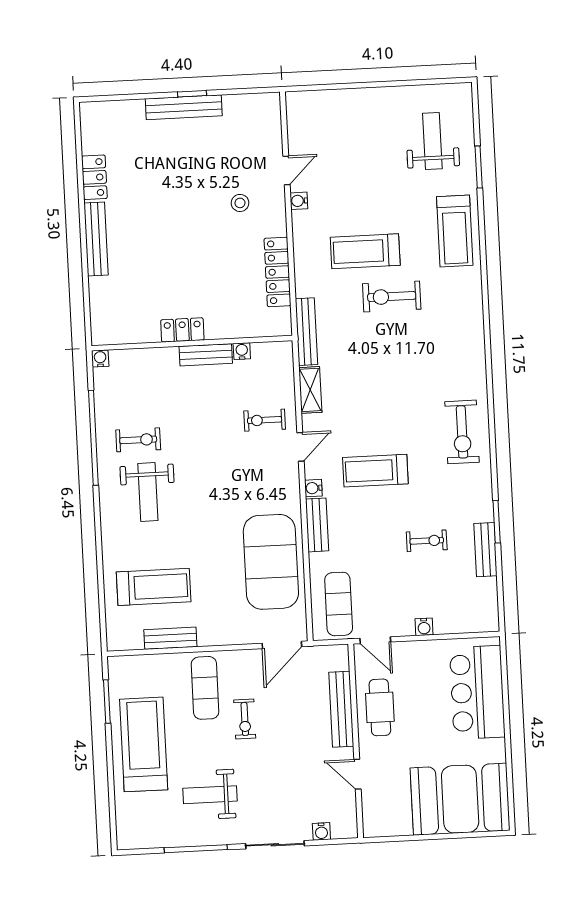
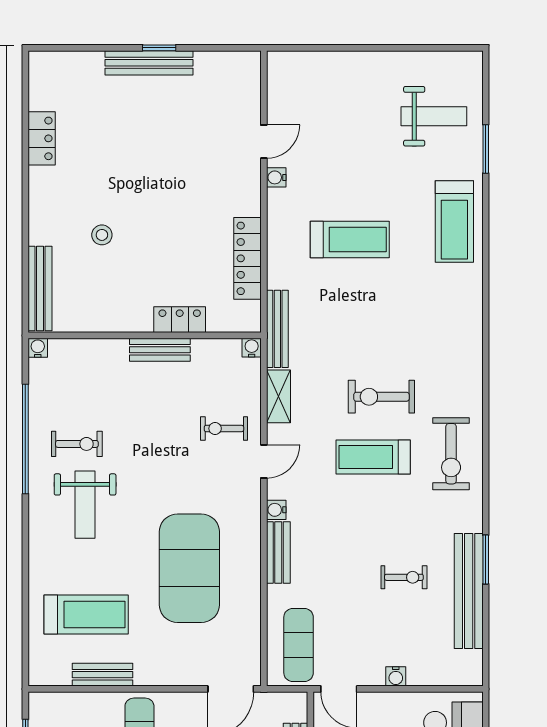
weight bench: (432, 141) -> (434, 116), turned 90
stool: (240, 203) -> (102, 235), moved
bench: (96, 239) -> (40, 288), moved
treadmill: (365, 251) -> (350, 240), turned 180
exercise bike: (392, 296) -> (381, 397), moved
locker: (182, 330) -> (180, 320), moved
water cooler: (242, 351) -> (252, 348), moved
treadmill: (375, 471) -> (373, 457), moved
bench: (485, 550) -> (469, 591), width x1.86, depth x1.21
exercise mat: (271, 562) -> (189, 568), moved

